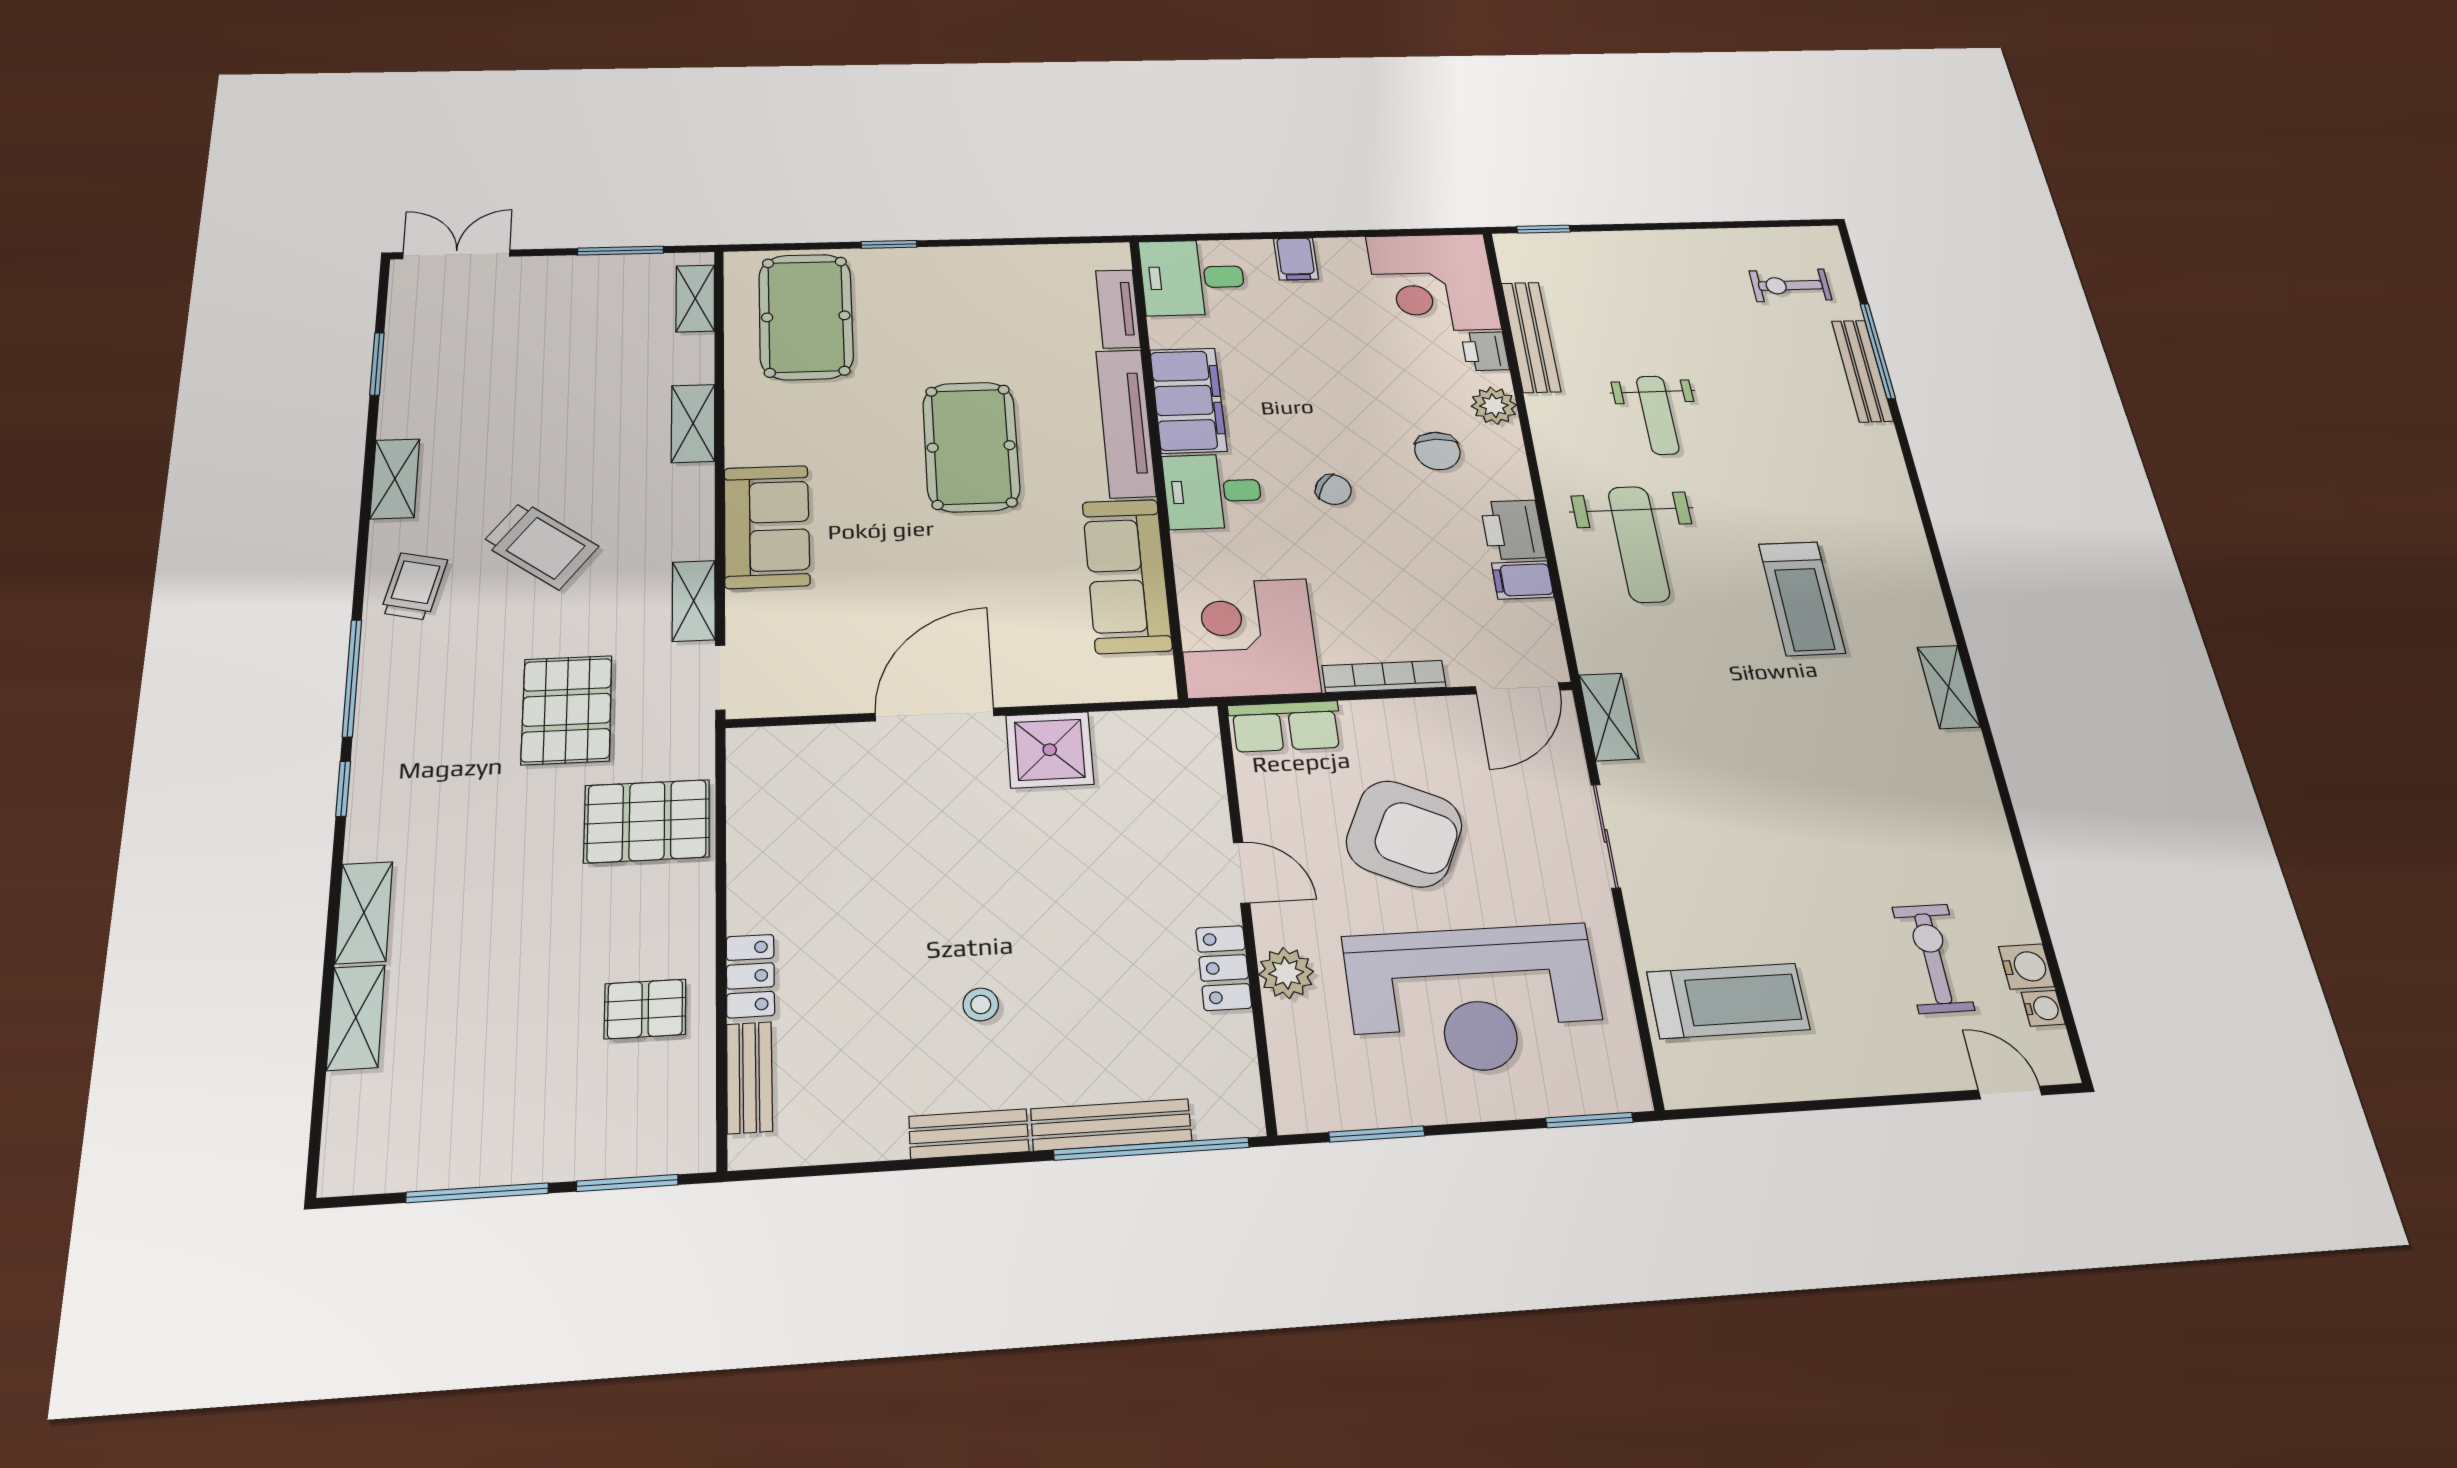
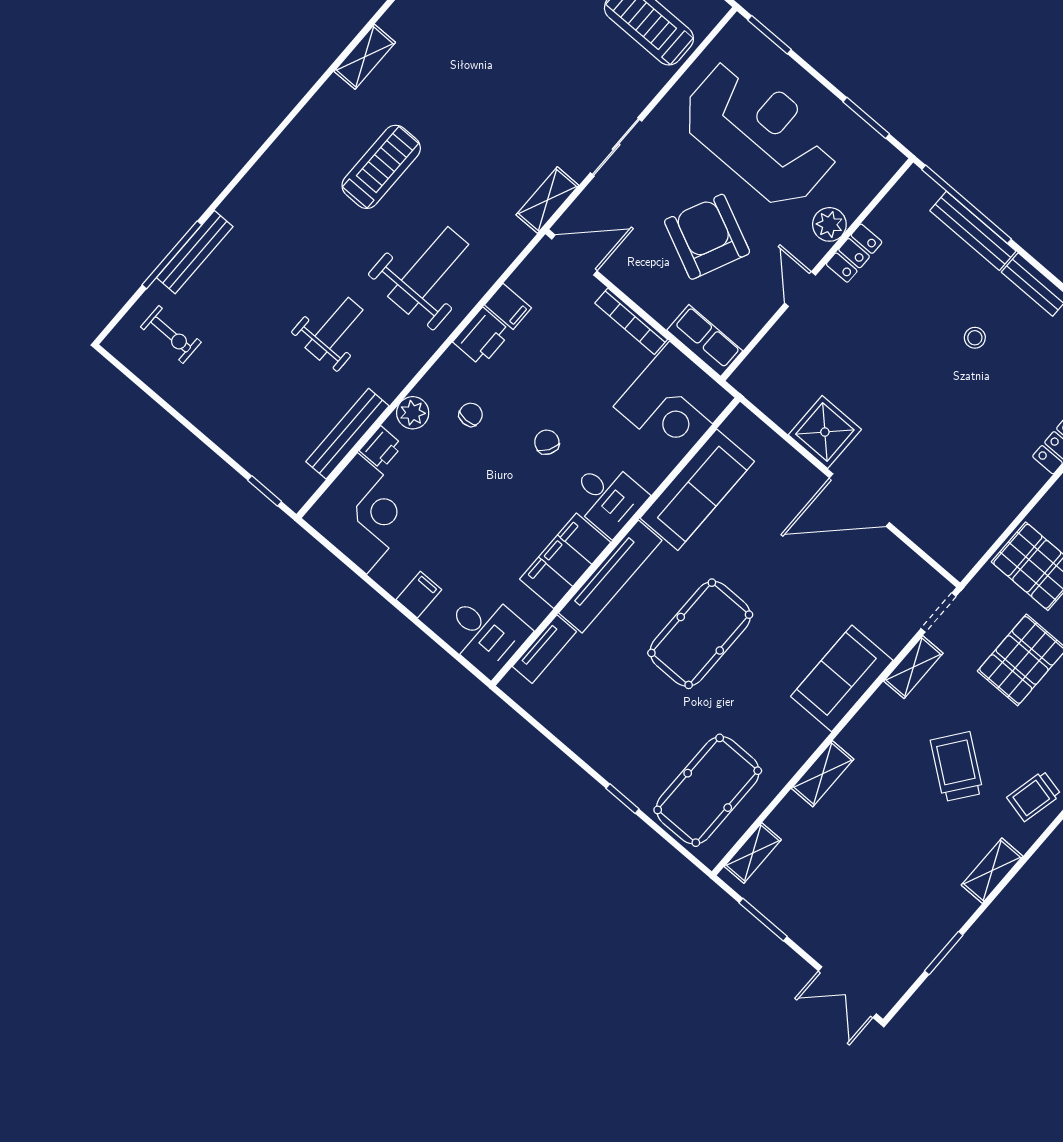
chair: (1437, 451) -> (471, 415), width x0.73, depth x0.73

